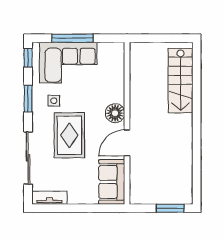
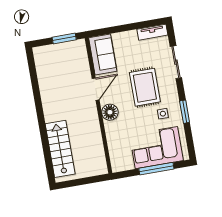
window: (28, 58) -> (191, 146), removed
sliding door: (28, 158) -> (176, 62), width x0.73
window: (170, 208) -> (64, 39), moved

